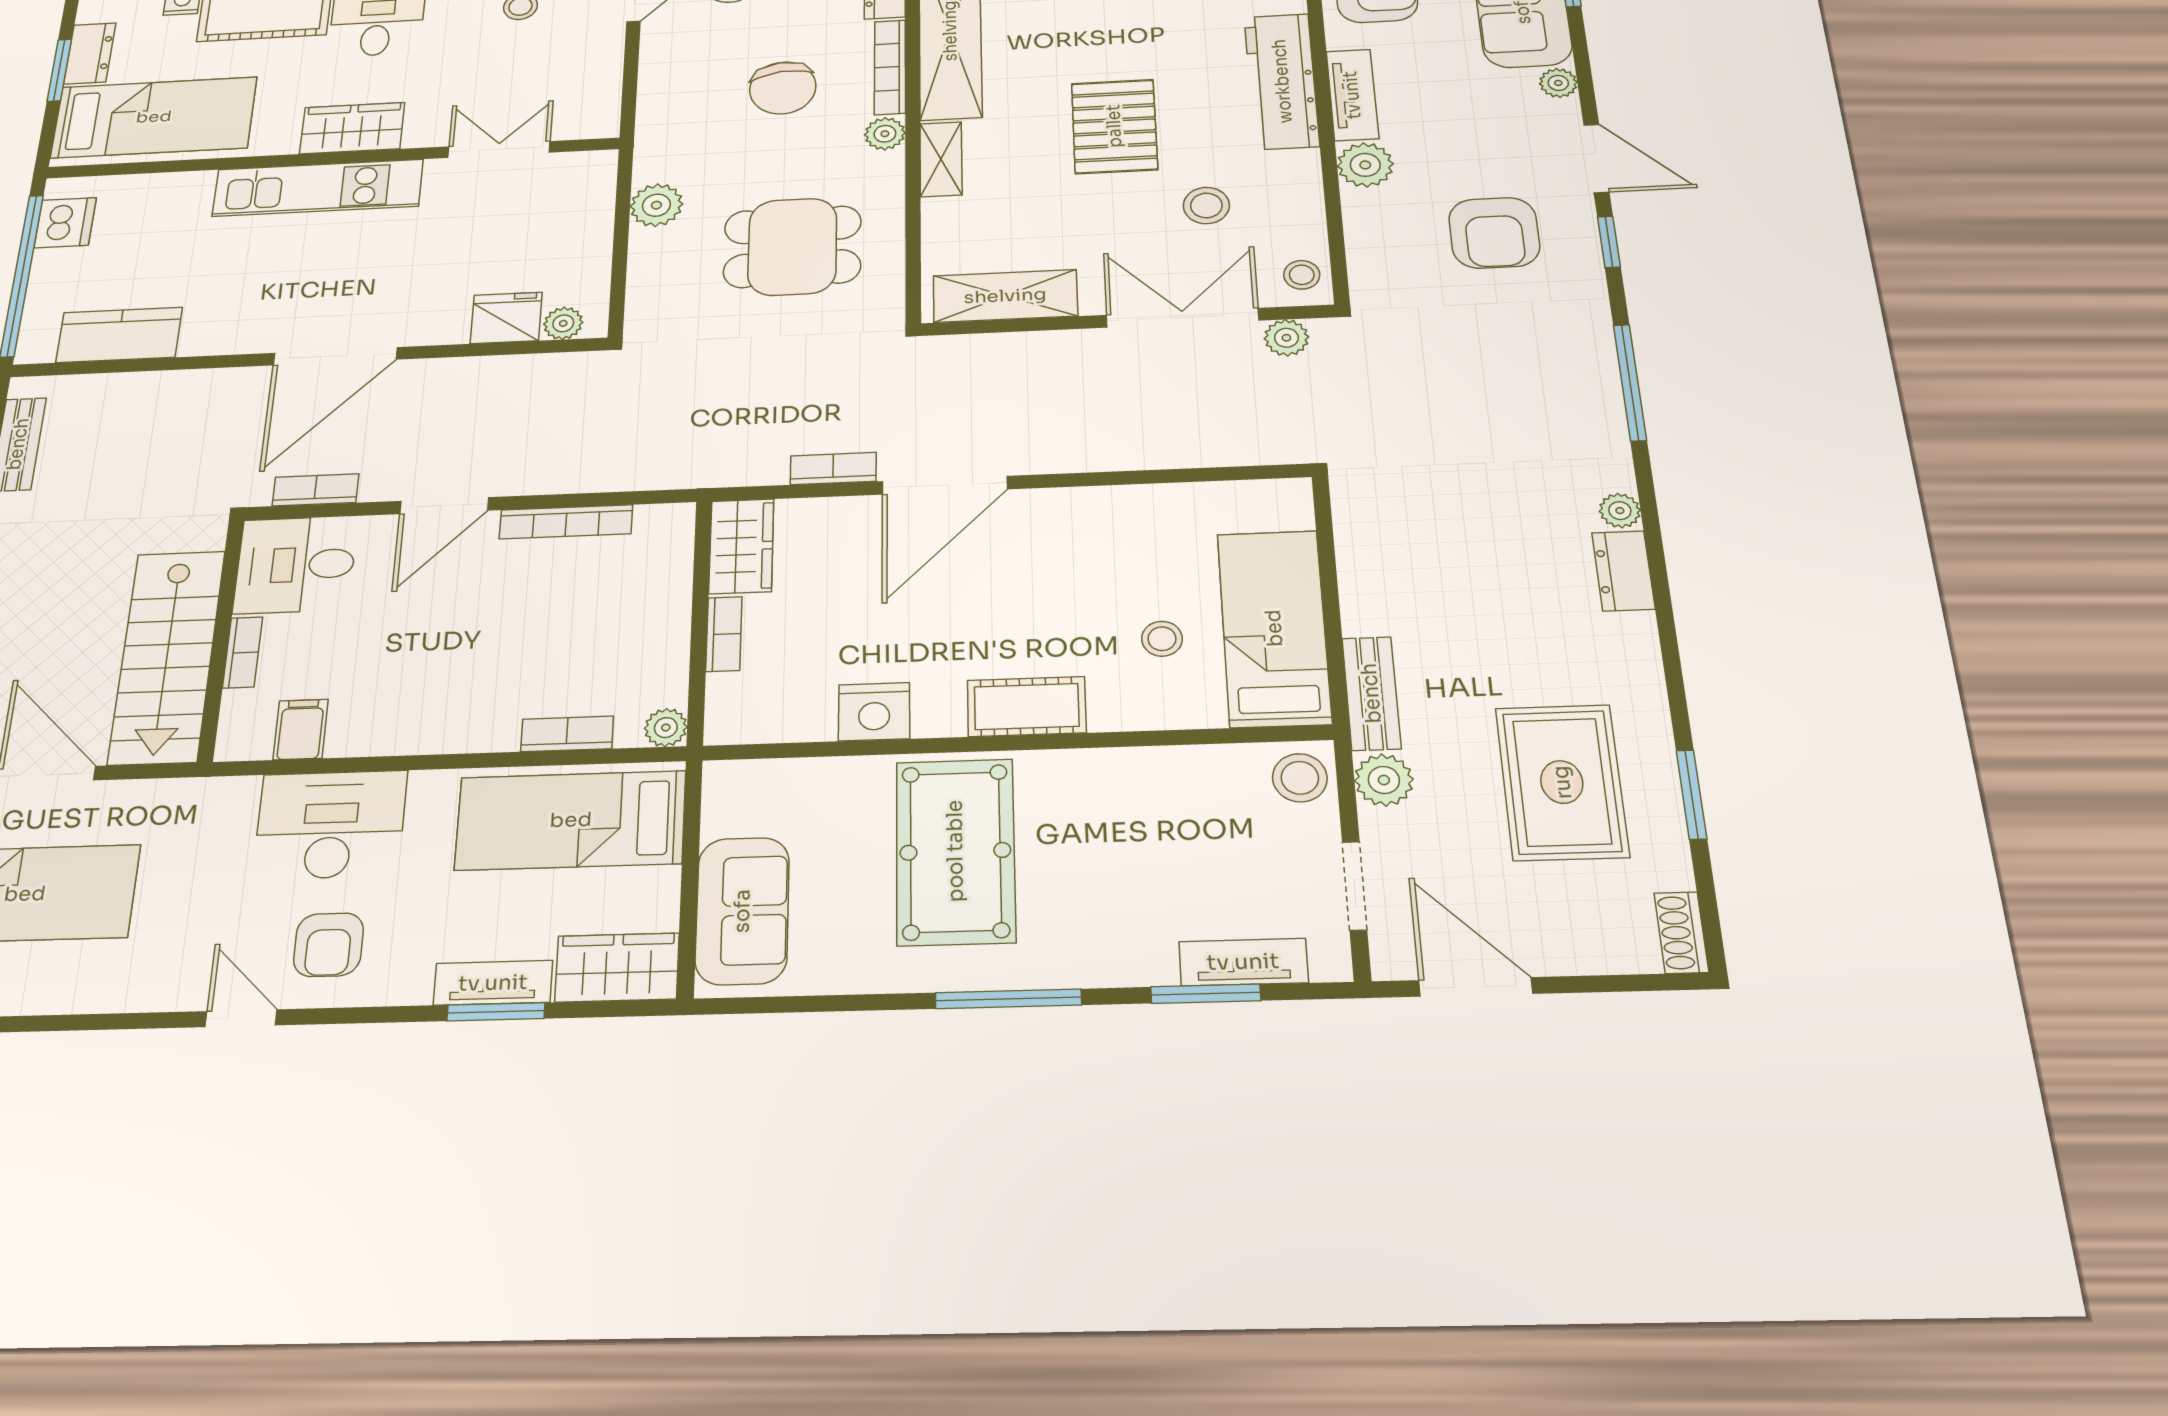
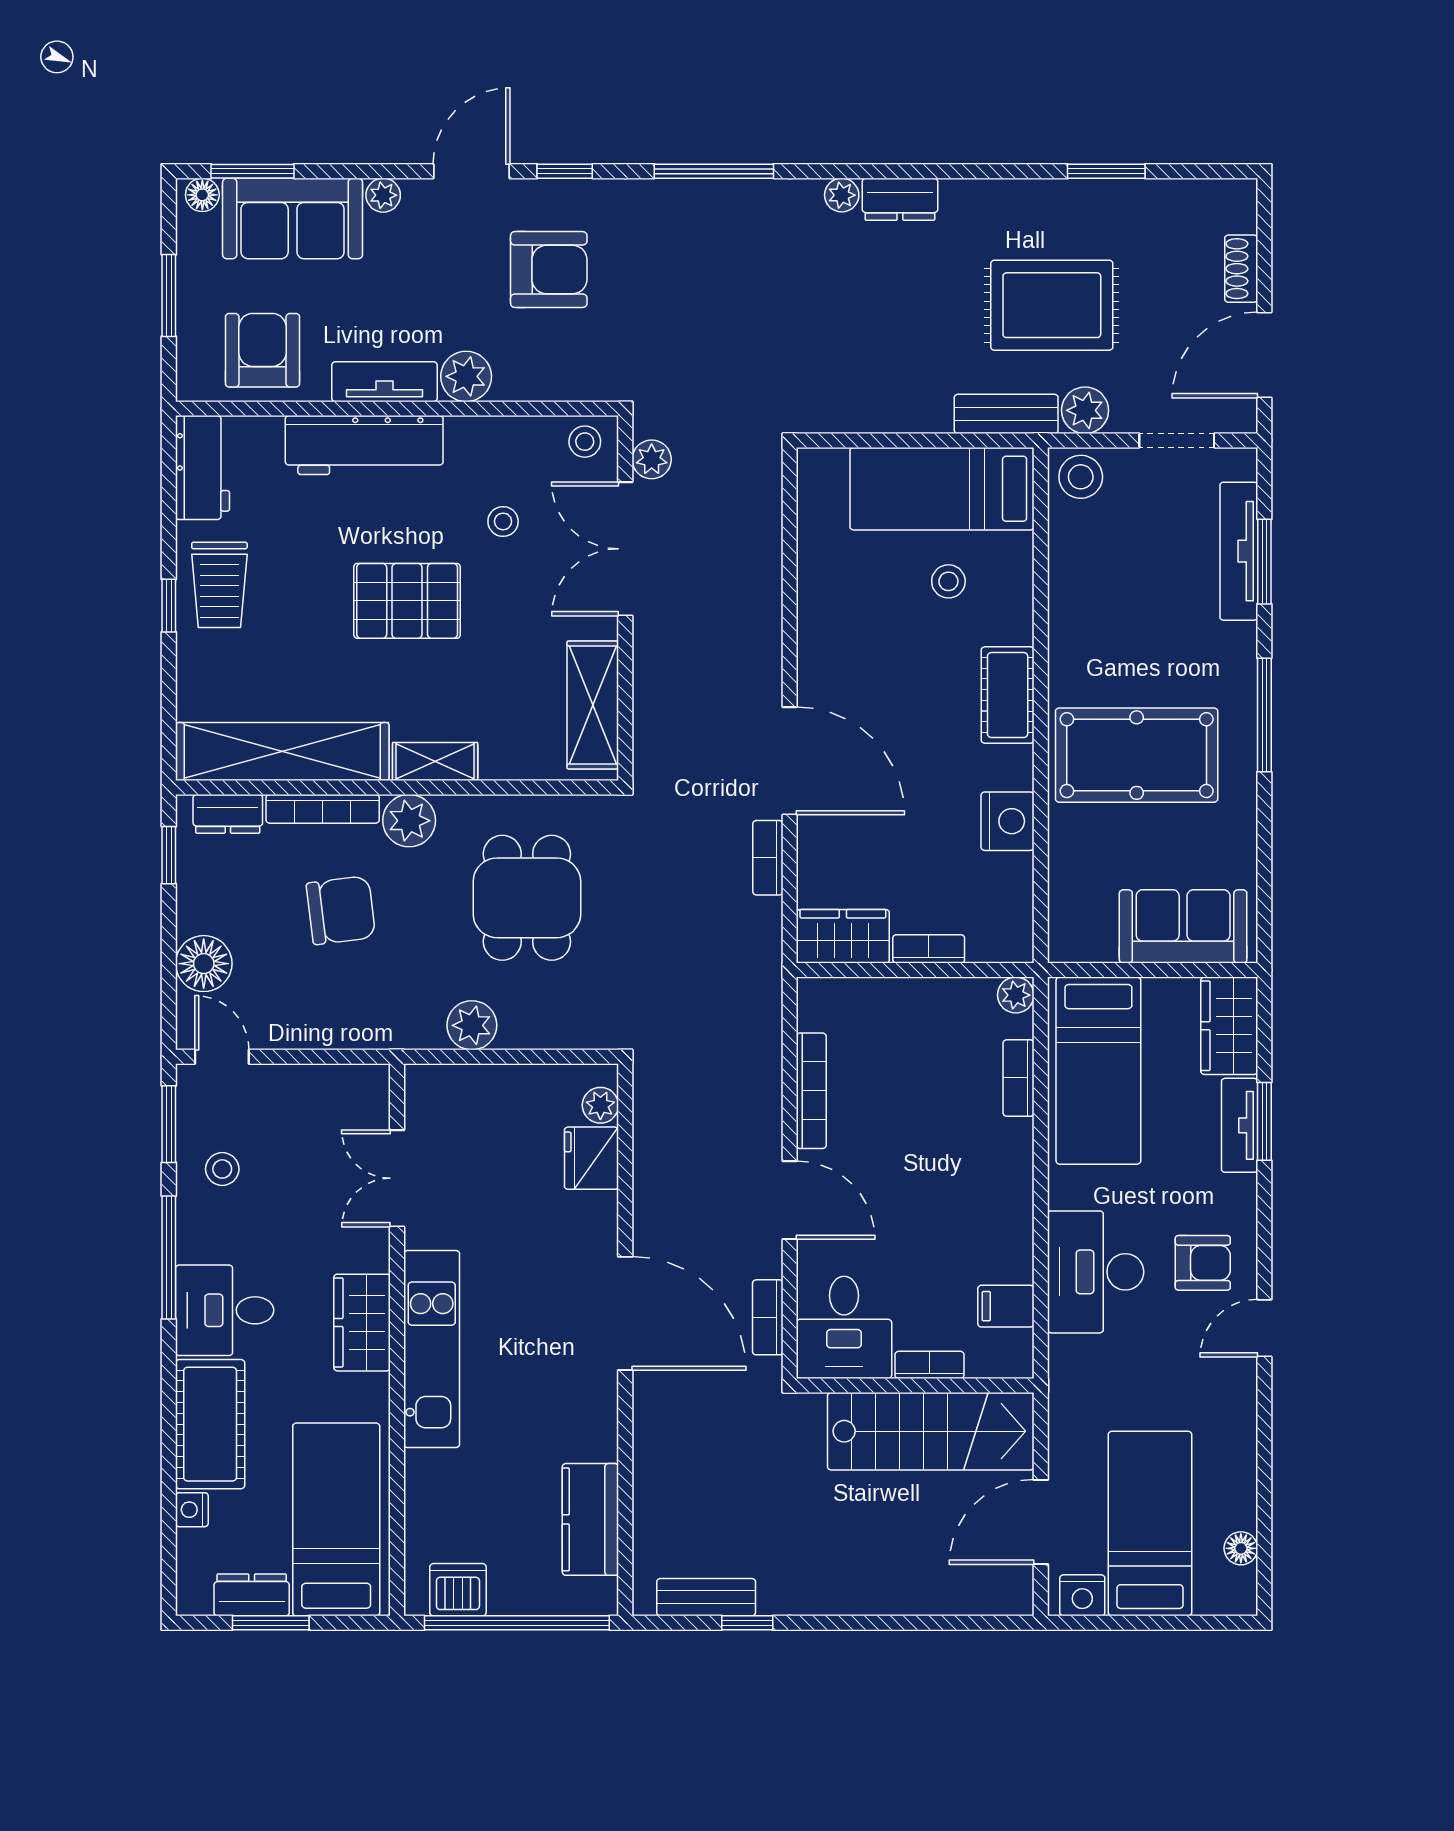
plant: (885, 134) -> (409, 821), width x1.38, depth x1.38
stool: (1206, 205) -> (503, 521), width x0.73, depth x0.73
rug: (1562, 782) -> (1052, 305), moved
shoe rack: (1681, 933) -> (1241, 269), moved, turned 90
tv unit: (1243, 962) -> (1239, 551), width x1.41

